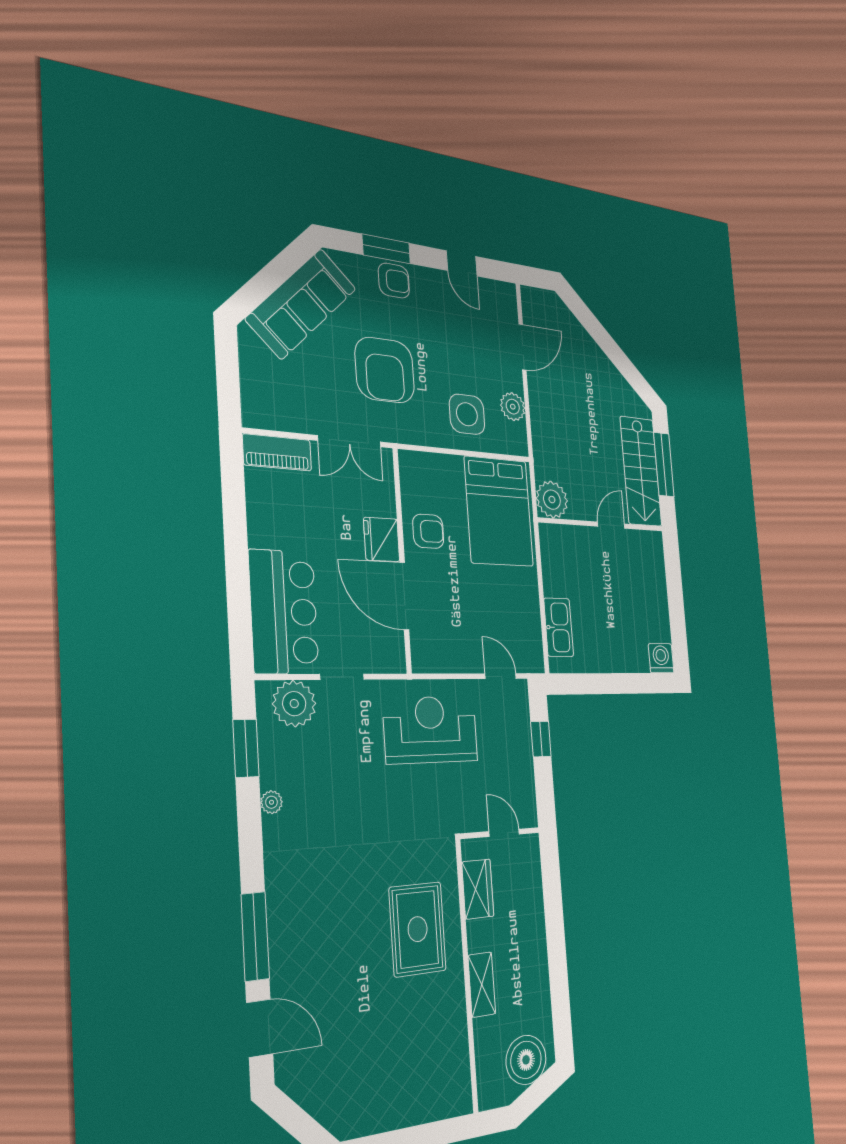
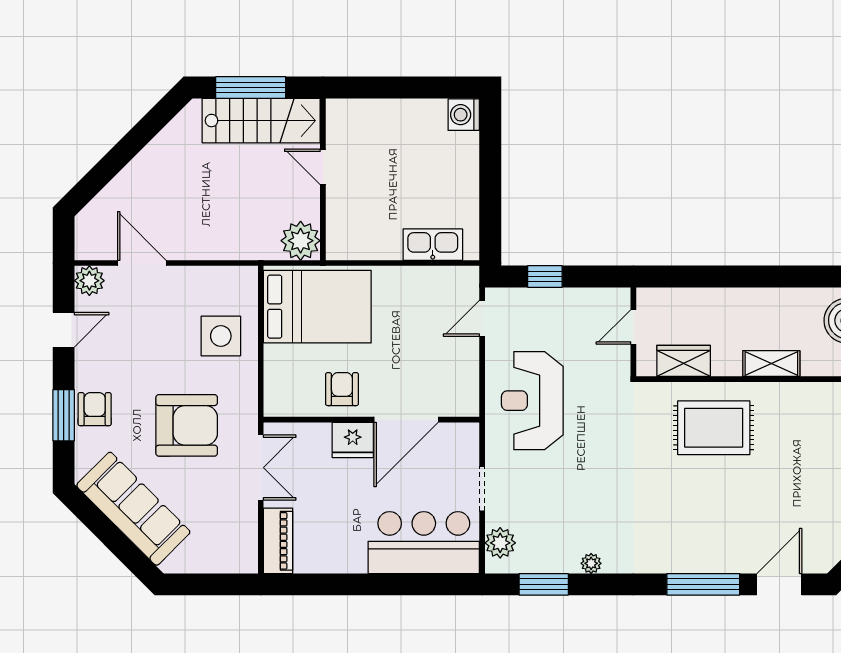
plant: (513, 407) -> (89, 281), moved
plant: (294, 704) -> (500, 543), width x0.73, depth x0.73

